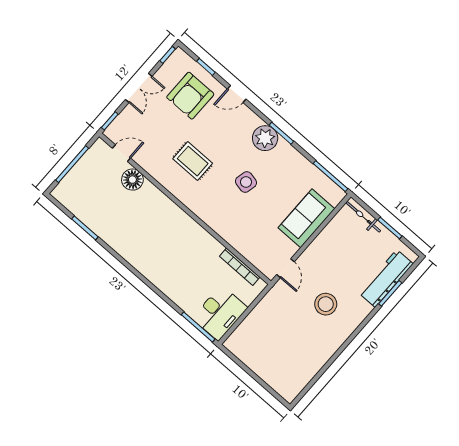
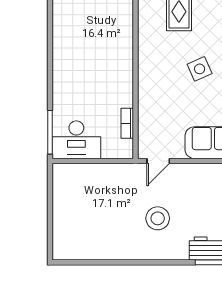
side table: (246, 182) -> (200, 69), turned -37
bookcase: (240, 267) -> (127, 123), width x0.64

